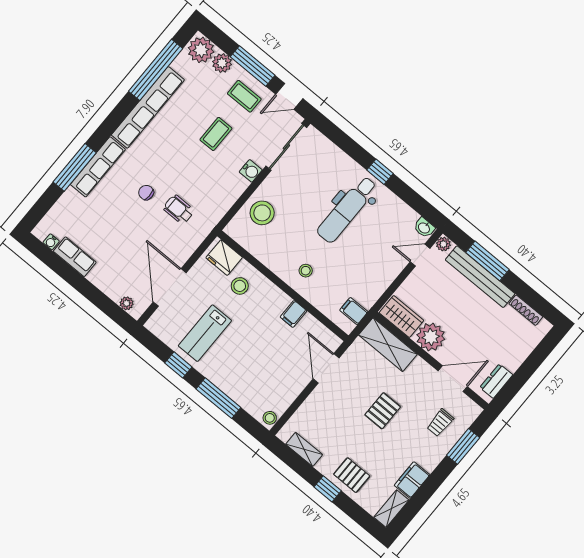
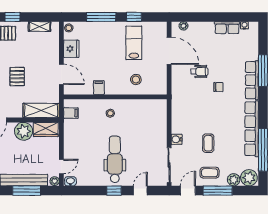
door: (348, 145) -> (140, 191), added
wheelchair: (179, 209) -> (199, 71), moved
stool: (262, 213) -> (154, 124), removed
fridge: (224, 258) -> (71, 49), moved, turned 90

